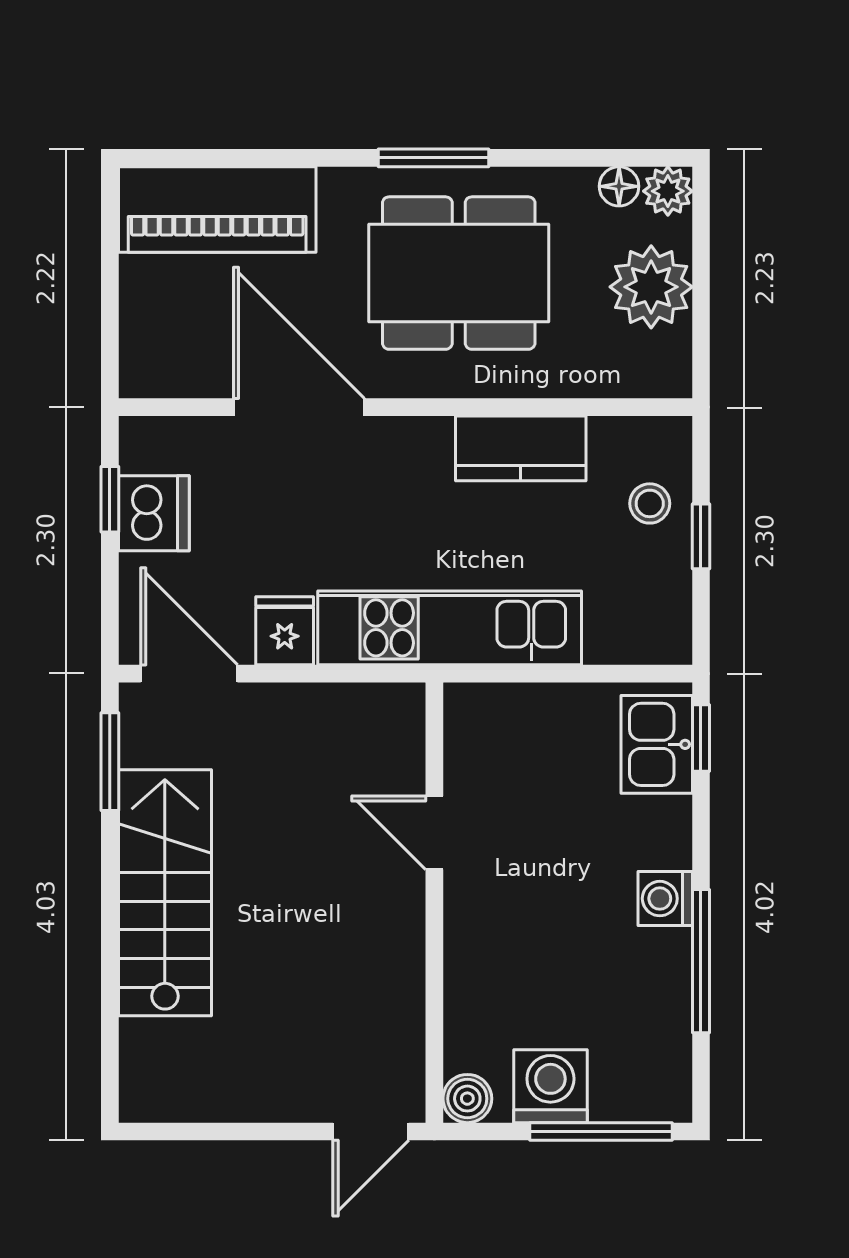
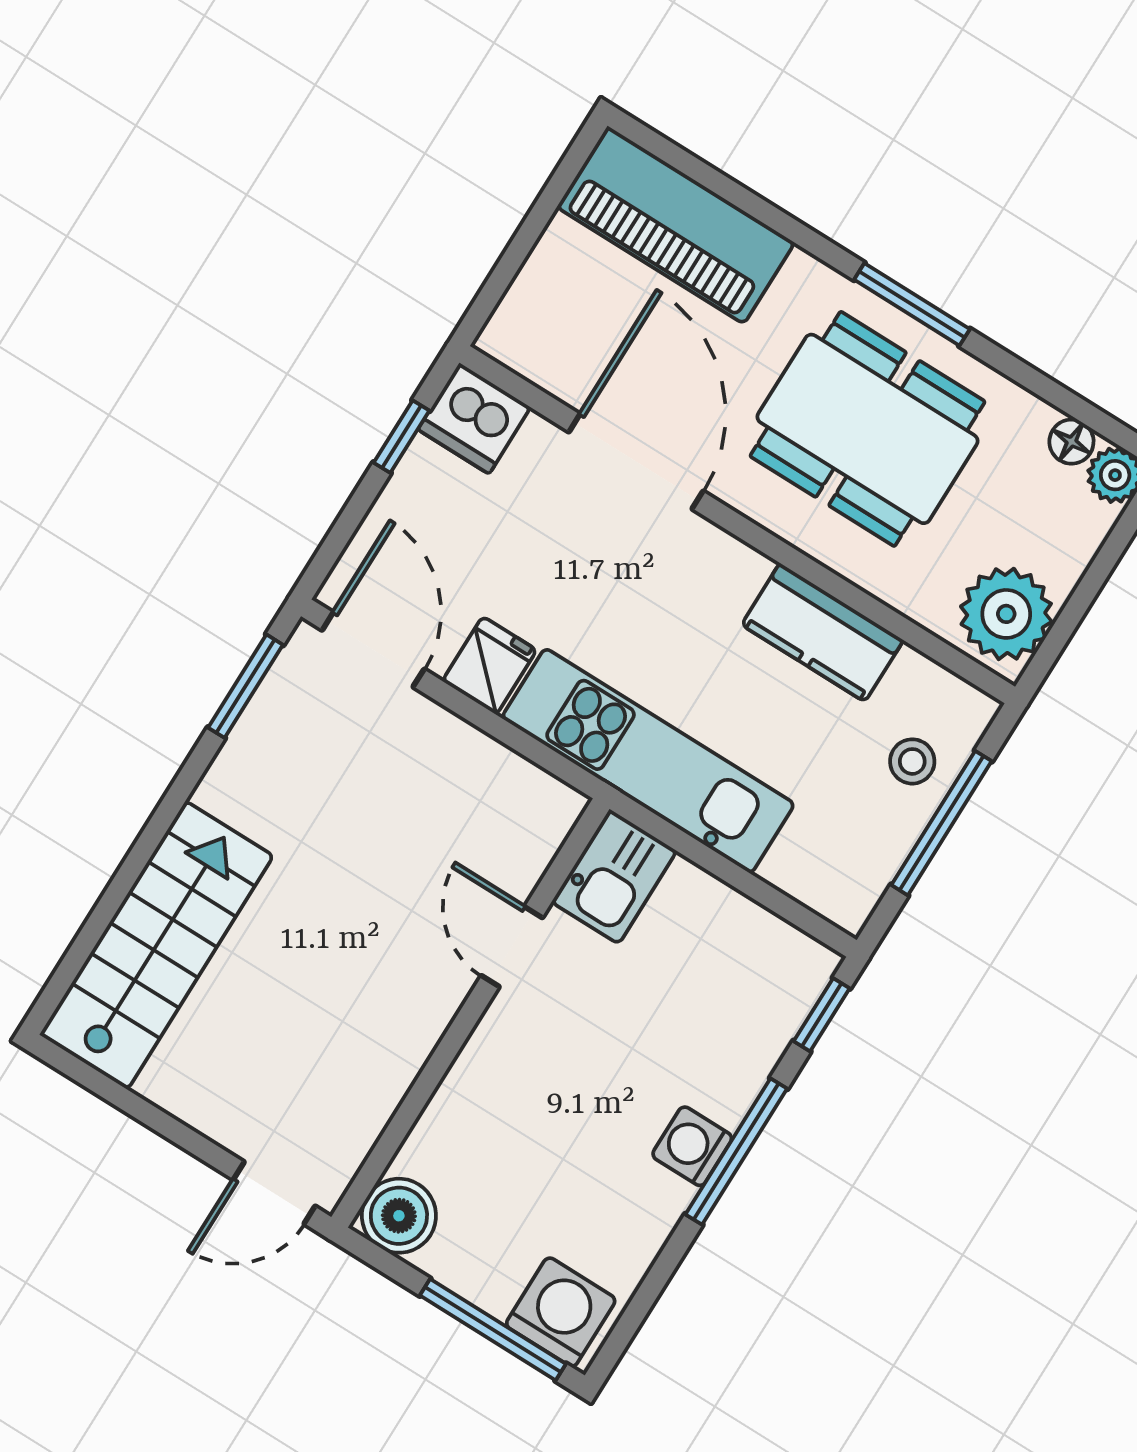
plant: (651, 287) -> (1006, 614), moved
dishwasher: (154, 513) -> (474, 418), moved, turned 90
window: (701, 536) -> (941, 823), width x2.17
kitchen sink: (657, 744) -> (614, 877), moved, turned 180
stairs: (165, 893) -> (157, 945), moved
window: (701, 961) -> (736, 1152), moved
washing machine: (550, 1086) -> (561, 1312), moved
boiler: (467, 1099) -> (399, 1216), width x1.36, depth x1.36

